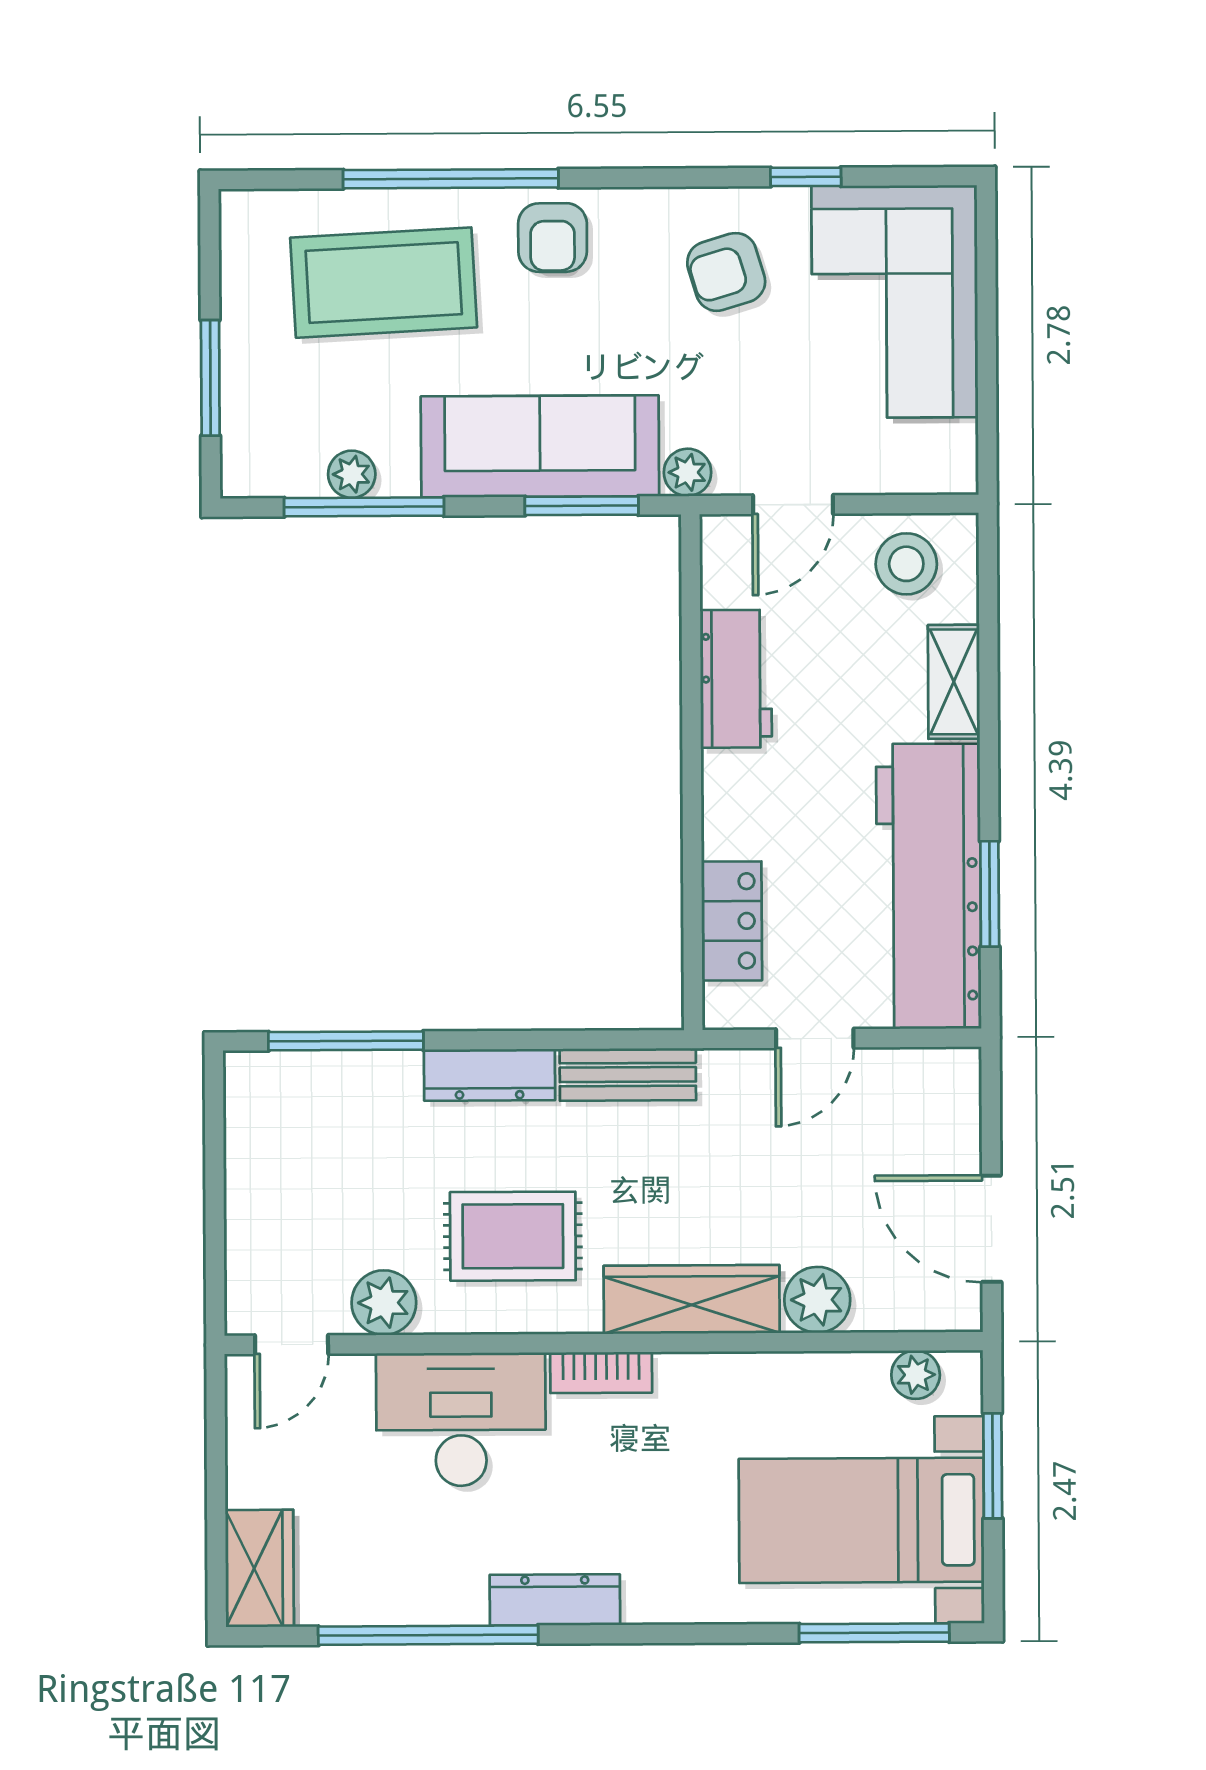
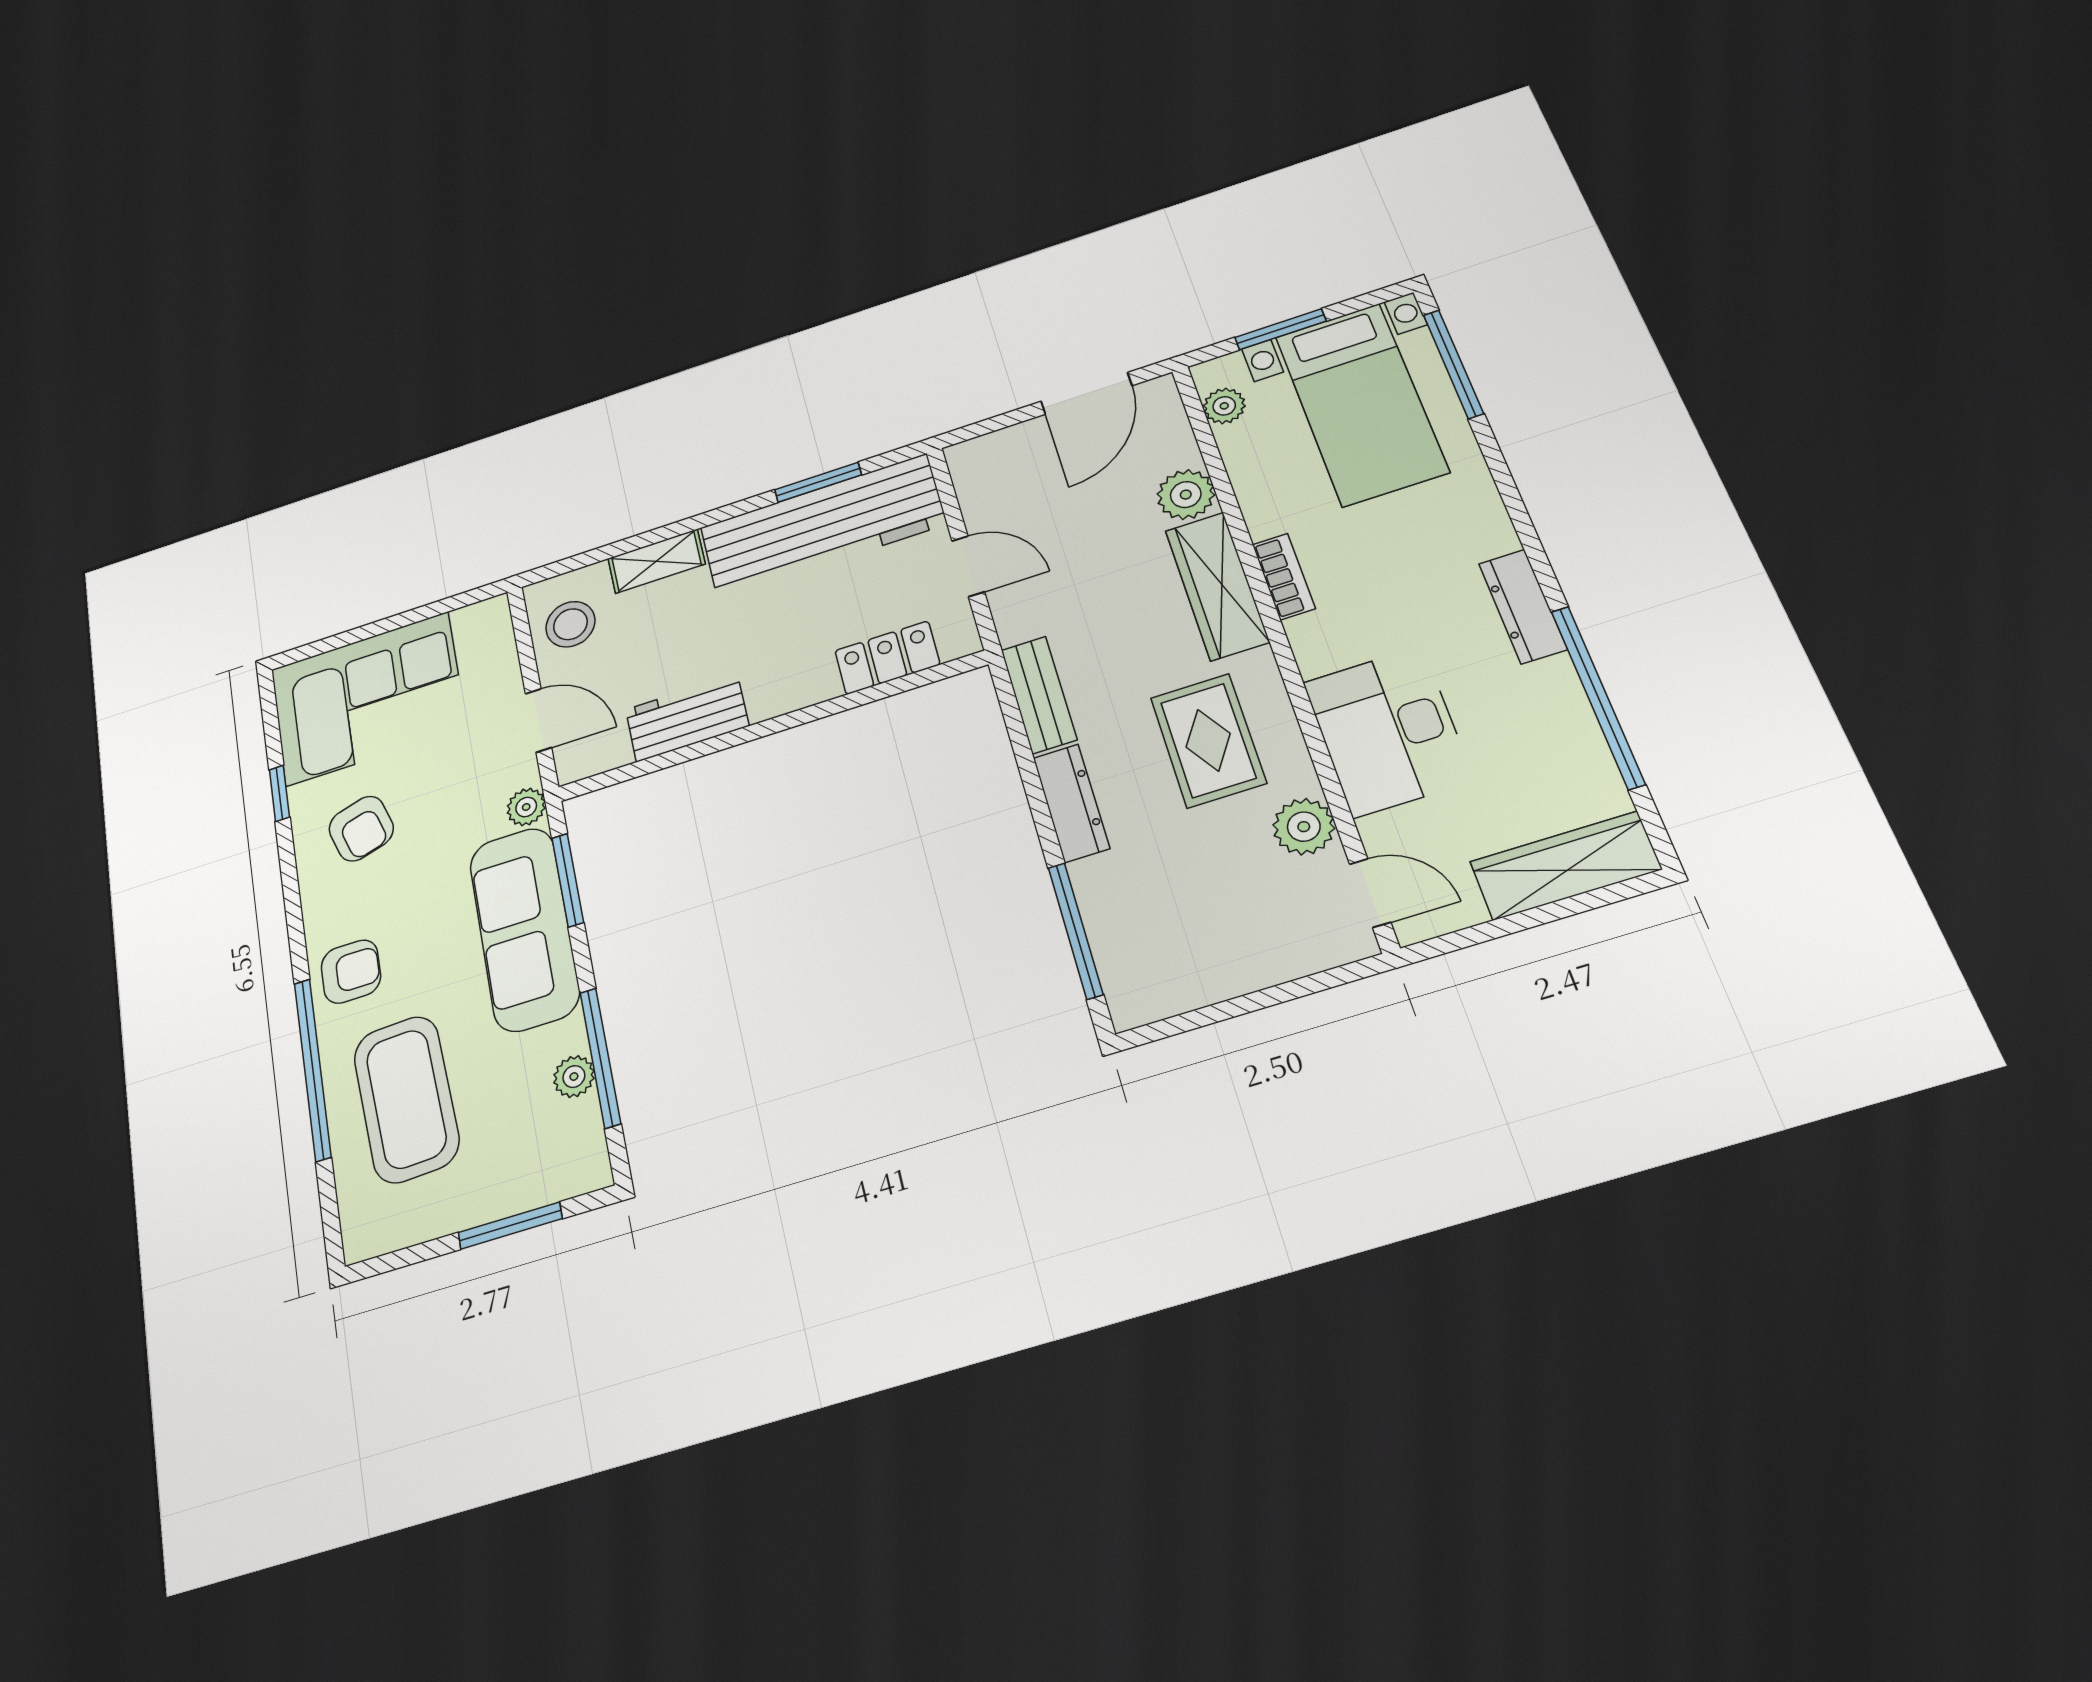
bookcase: (601, 1372) -> (1284, 577), moved
wardrobe: (260, 1568) -> (1565, 866), width x1.50

